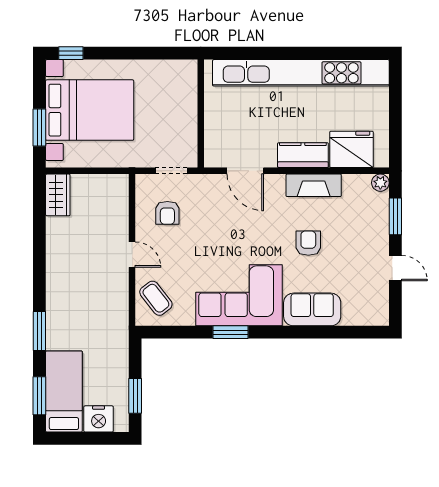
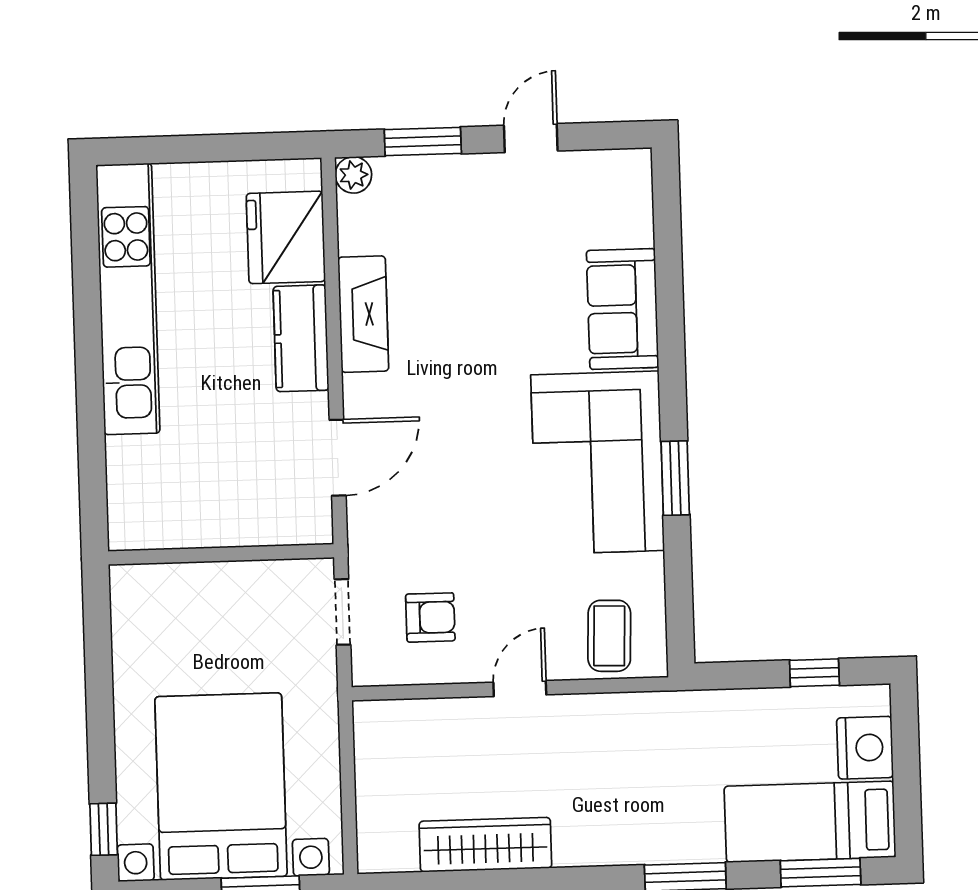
kitchen unit: (301, 73) -> (128, 299), width x0.73
wardrobe: (58, 195) -> (485, 845), moved, width x1.50
armchair: (308, 243) -> (484, 321), removed
coffee table: (156, 298) -> (609, 636), turned -50
window: (135, 396) -> (814, 673), width x0.67

